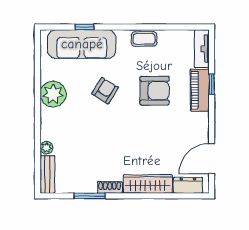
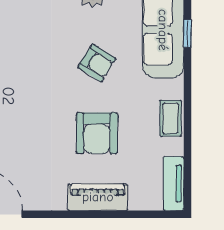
tv unit: (202, 49) -> (173, 184), moved, turned -90
window: (212, 84) -> (106, 214), removed

